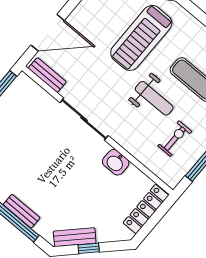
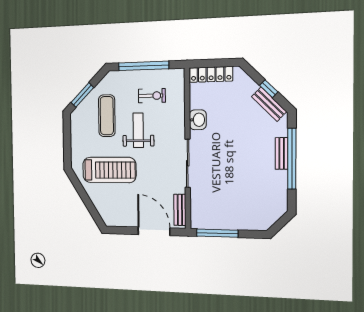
exercise bike: (175, 139) -> (152, 96), turned 180

